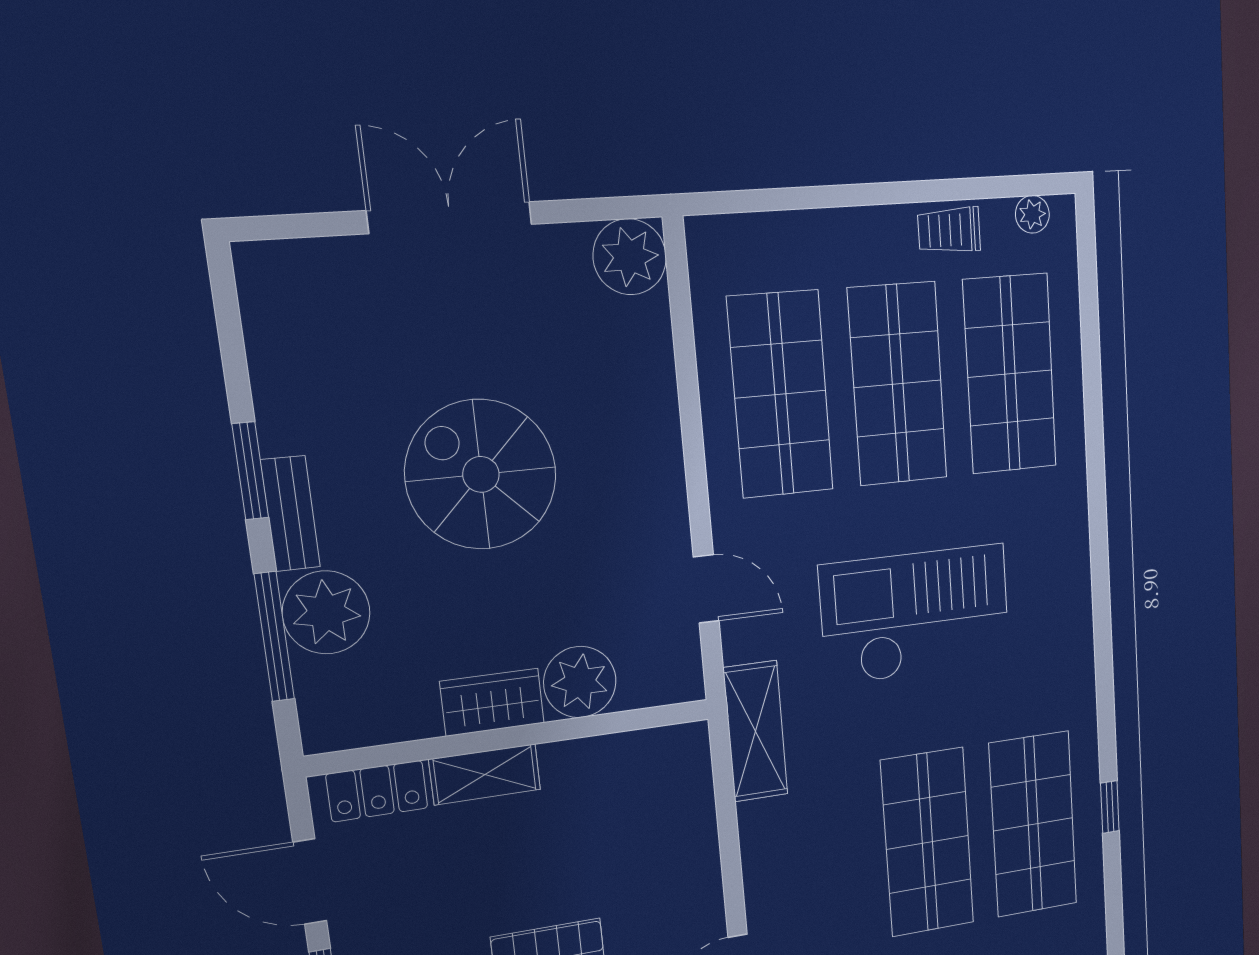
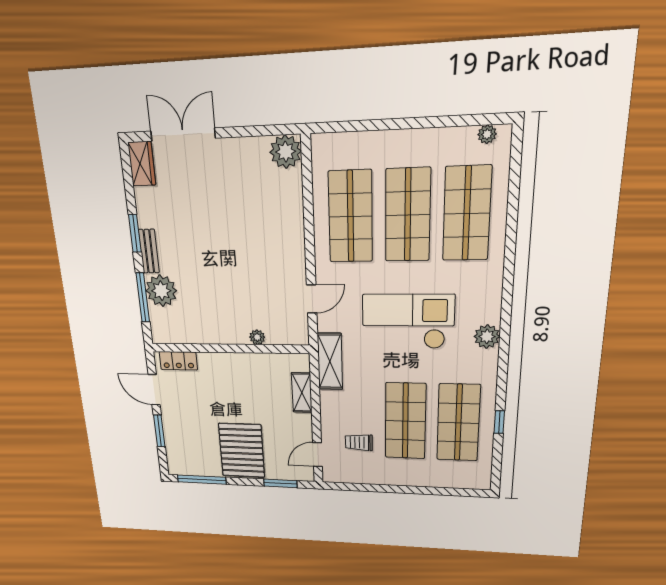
double door: (450, 218) -> (183, 135), moved
trolley: (949, 230) -> (359, 442), moved
spiral stairs: (481, 474) -> (220, 242), removed
door: (706, 589) -> (312, 299), hinge flipped
plant: (1070, 626) -> (487, 337), added
plant: (580, 682) -> (257, 337), width x0.53, depth x0.53
wardrobe: (492, 702) -> (142, 164), moved, turned 90
shelving: (485, 774) -> (302, 393), moved, turned 90

